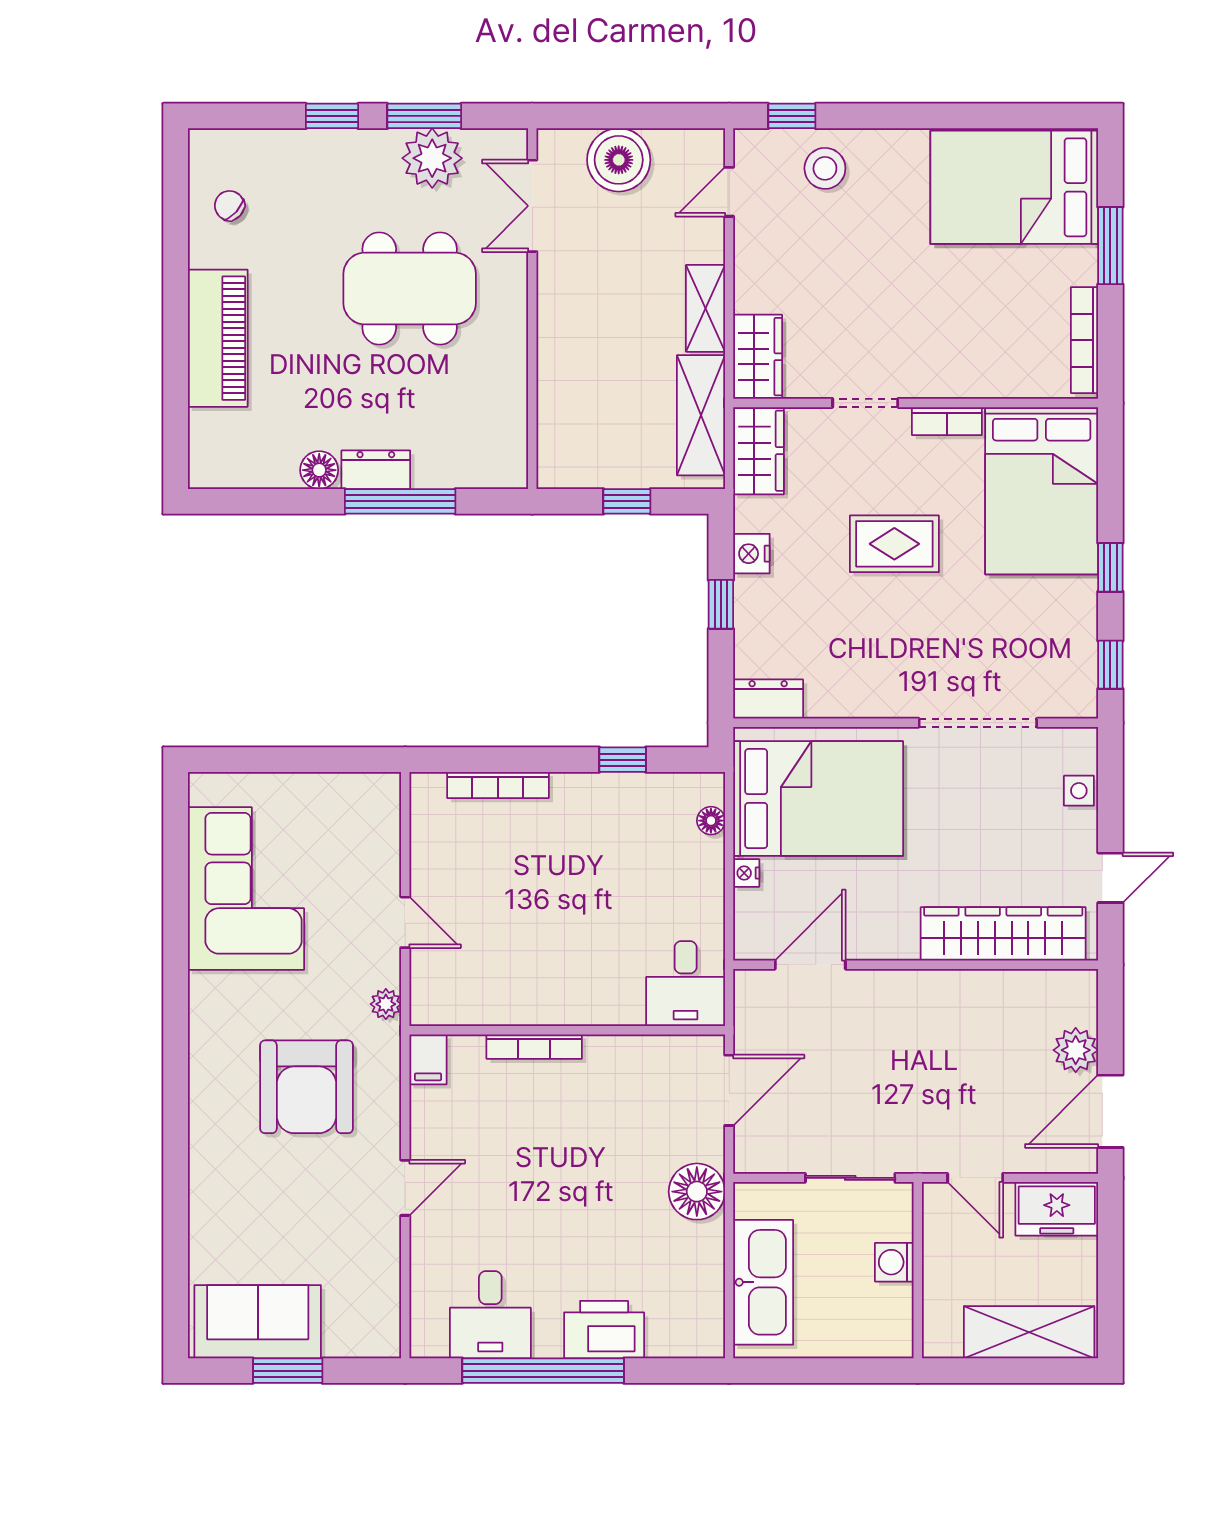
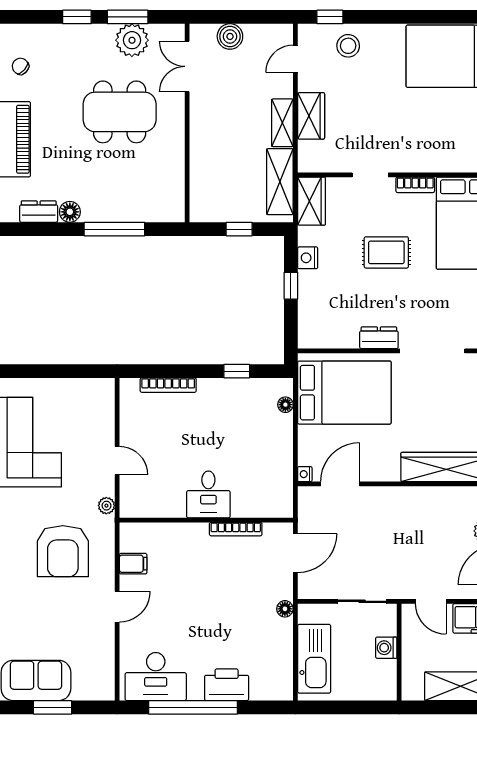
boiler: (619, 160) -> (230, 36), width x0.73, depth x0.73
wardrobe: (758, 357) -> (311, 116), moved
dresser: (376, 470) -> (39, 212), moved
dresser: (768, 699) -> (379, 338), moved
nightstand: (746, 873) -> (305, 474), moved
desk: (686, 984) -> (208, 494), moved
bookcase: (534, 1047) -> (236, 529), moved
filing cabinet: (428, 1059) -> (133, 564), moved, turned -90
floor lamp: (697, 1192) -> (285, 609), width x0.53, depth x0.53
desk: (490, 1315) -> (156, 677), width x1.37

